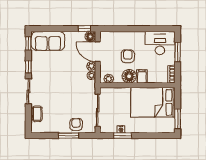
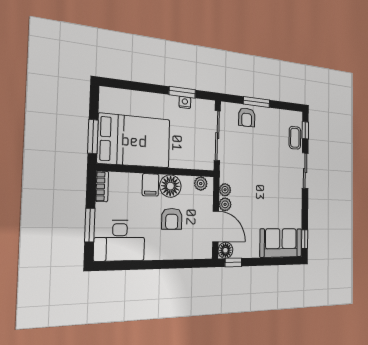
window: (28, 67) -> (305, 130), moved
window: (178, 119) -> (93, 137), moved

